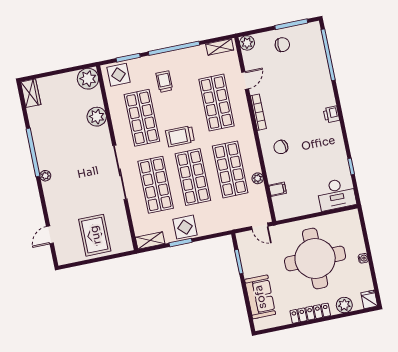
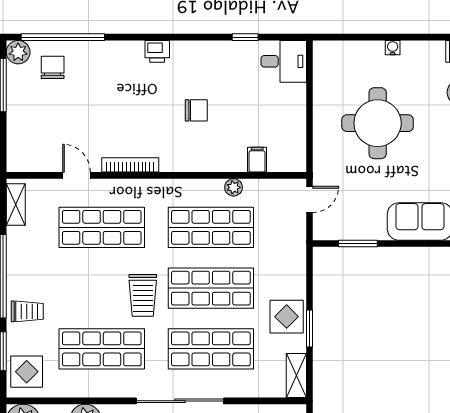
plant: (247, 43) -> (18, 52), moved
chair: (282, 45) -> (53, 67), moved
trolley: (164, 82) -> (27, 311), moved, turned 180
chair: (281, 147) -> (196, 110), moved, turned -77
desk: (336, 194) -> (284, 61), width x0.73
round table: (315, 259) -> (378, 123), width x0.73, depth x0.73

